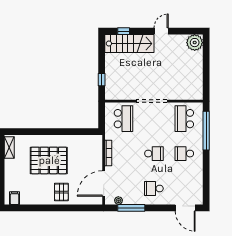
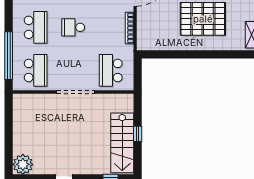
stairs: (129, 44) -> (122, 143), moved, turned -90
window: (102, 80) -> (138, 134), moved
school desk: (184, 154) -> (36, 27), width x1.85

